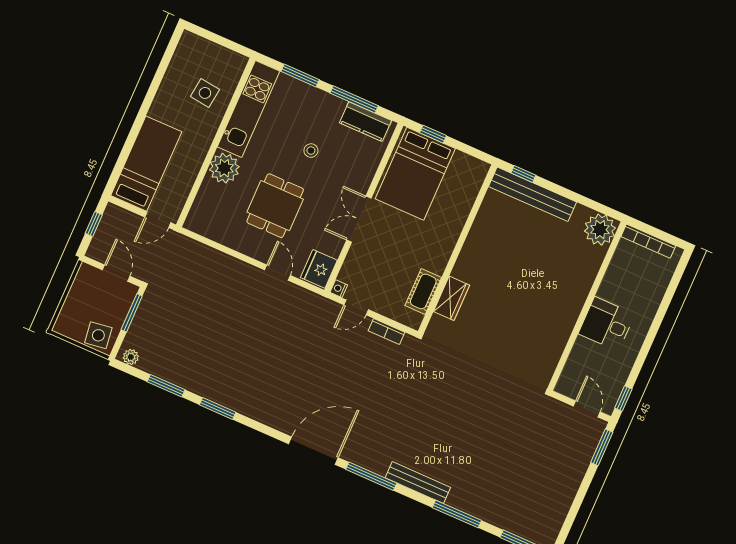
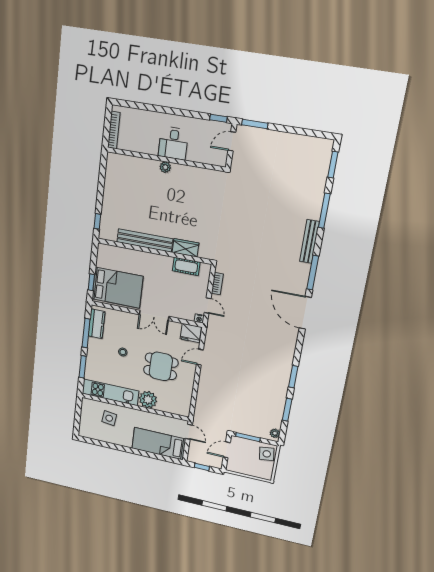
bench: (532, 194) -> (145, 240), moved, turned 90
plant: (600, 230) -> (165, 167), moved, width x0.53, depth x0.53

